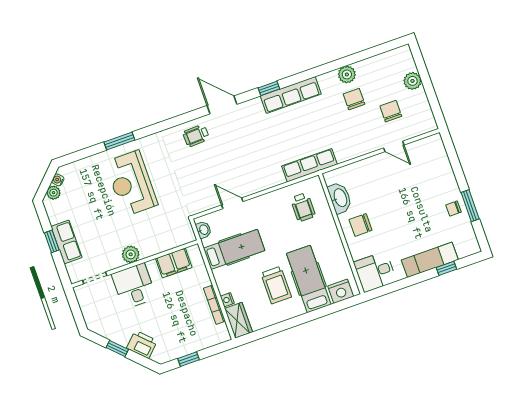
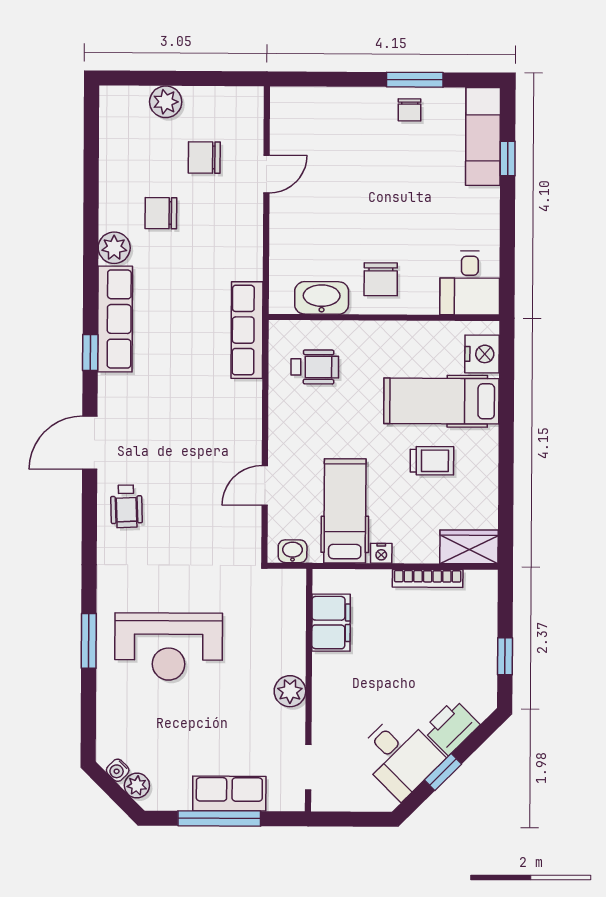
plant: (347, 74) -> (114, 248), moved
window: (52, 241) -> (219, 818), width x2.17
exam couch: (430, 260) -> (483, 136), moved
trolley: (276, 285) -> (432, 461), width x0.73, depth x0.72
desk: (134, 286) -> (400, 756), moved, turned -135
nightstand: (227, 300) -> (381, 553), moved

